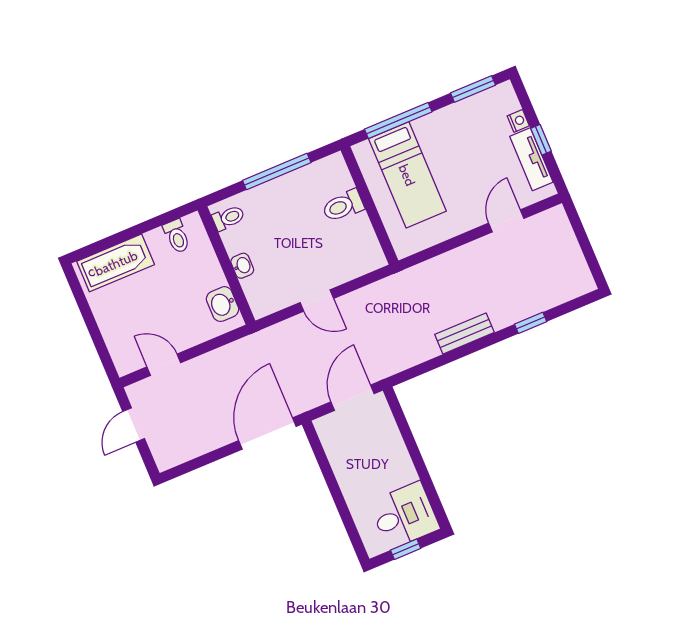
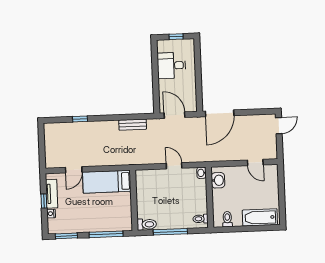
bed: (407, 175) -> (107, 182), moved, turned -90
toilet: (343, 206) -> (147, 224), moved
washbasin: (242, 266) -> (201, 173), moved
bench: (464, 333) -> (133, 125), moved
door: (352, 398) -> (174, 115), swing flipped
door: (134, 425) -> (279, 126), moved
desk: (404, 515) -> (171, 65), moved

